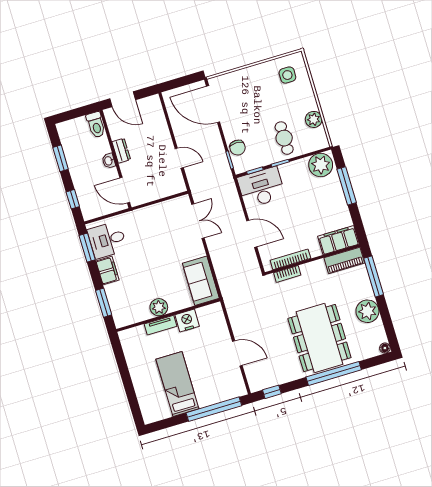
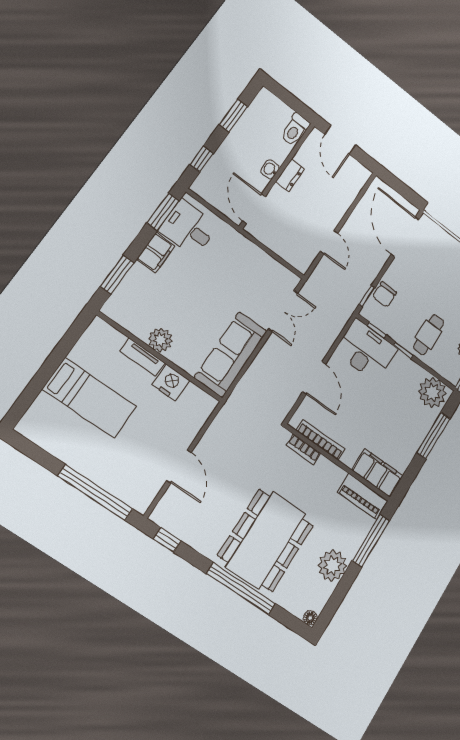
sofa: (201, 281) -> (231, 354), width x1.36
bed: (177, 384) -> (90, 398), moved, turned 90

